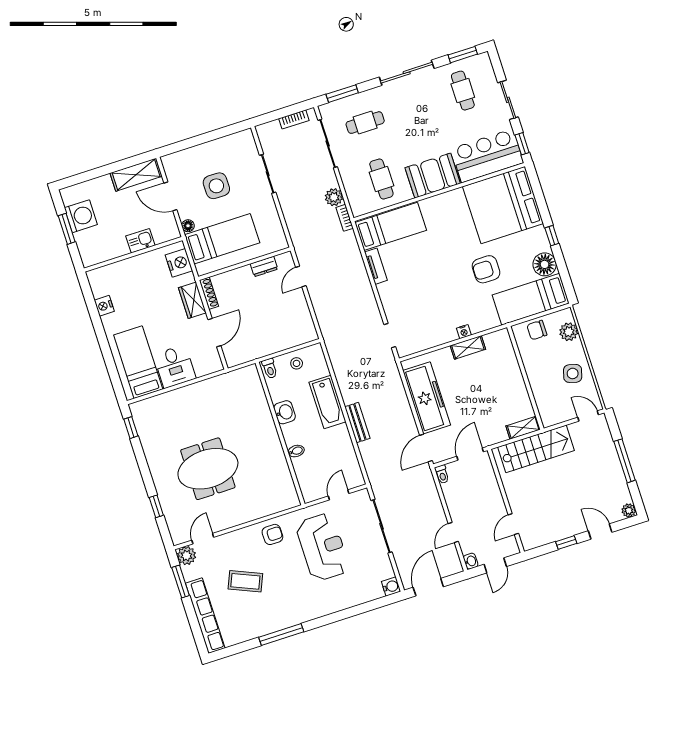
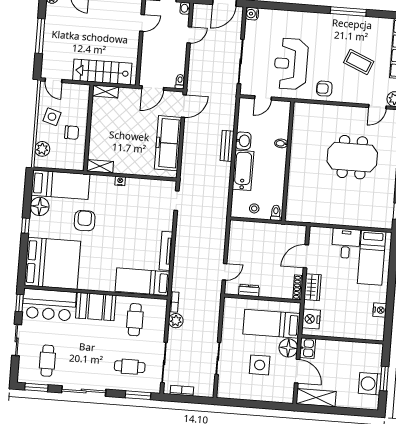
floor lamp: (188, 226) -> (288, 348), width x1.89, depth x1.89
kitchen sink: (140, 241) -> (308, 348), moved, turned -90
tv unit: (376, 266) -> (166, 251), width x1.41
armchair: (486, 269) -> (85, 221), turned -90
chair: (537, 330) -> (72, 133), moved
shelving: (468, 347) -> (100, 166), moved
washbasin: (285, 412) -> (243, 141), moved, turned 180

